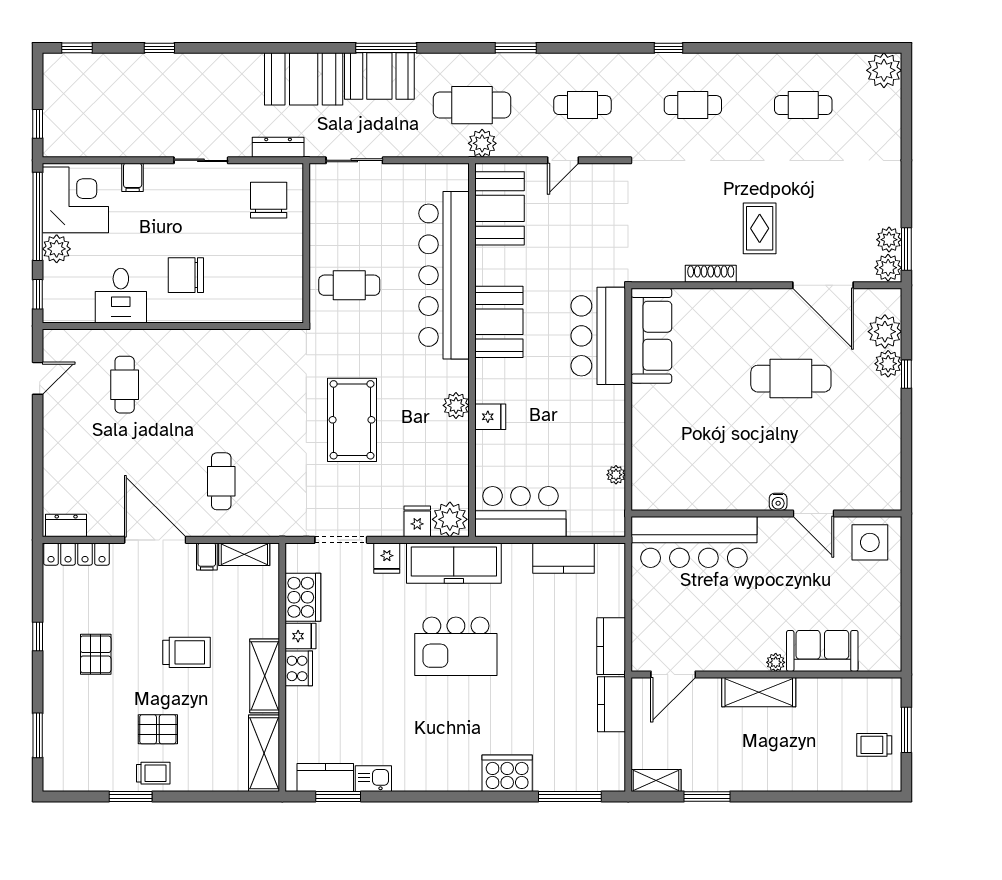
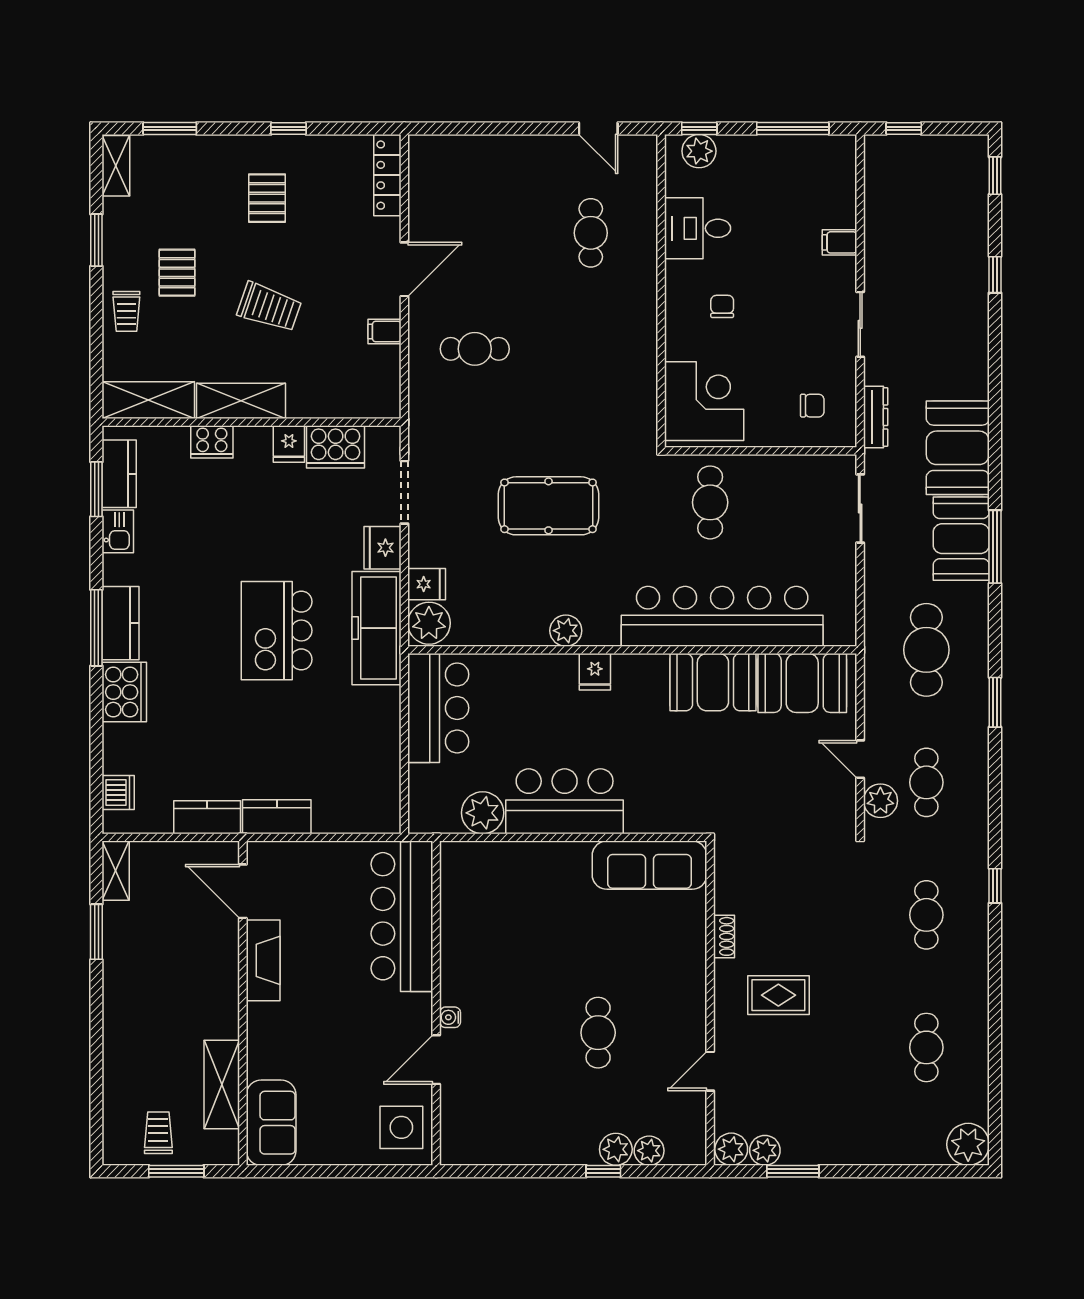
plant: (482, 143) -> (880, 801), moved
corner desk: (75, 200) -> (704, 401), moved, turned -90
chair: (269, 200) -> (812, 406), width x0.54, depth x0.54
window: (38, 216) -> (793, 128), width x0.68
plant: (57, 249) -> (699, 151), moved
window: (906, 249) -> (793, 1171), moved
shoe rack: (711, 274) -> (724, 936), width x0.70
chair: (186, 275) -> (722, 306), width x0.54, depth x0.54
door: (823, 285) -> (710, 1071), width x0.53
booth: (499, 322) -> (713, 682), moved
plant: (885, 332) -> (649, 1151), width x0.73, depth x0.73
bar counter: (598, 336) -> (565, 801), moved
cafe table: (791, 379) -> (598, 1033), width x0.73, depth x0.74
cafe table: (125, 385) -> (591, 233), turned 90
fridge: (490, 417) -> (595, 672), moved
plant: (616, 475) -> (483, 813), width x1.87, depth x1.87
dresser: (66, 526) -> (422, 163), removed
door: (155, 540) -> (404, 269), width x0.73
shelving: (244, 554) -> (116, 166), moved
fridge: (387, 558) -> (383, 548), width x1.38
kitchen counter: (563, 558) -> (121, 623), moved, turned 180
sofa: (822, 651) -> (271, 1123), moved
trolley: (186, 652) -> (269, 307), turned -71
pallet: (96, 654) -> (267, 198), turned 90
fireplace: (731, 658) -> (263, 960), added
plant: (776, 662) -> (257, 1014), removed
cooker: (299, 668) -> (212, 442), moved
shelving: (759, 692) -> (222, 1084), moved
trolley: (153, 773) -> (126, 311), moved
dishwasher: (591, 778) -> (118, 792), added
window: (570, 796) -> (96, 628), moved

